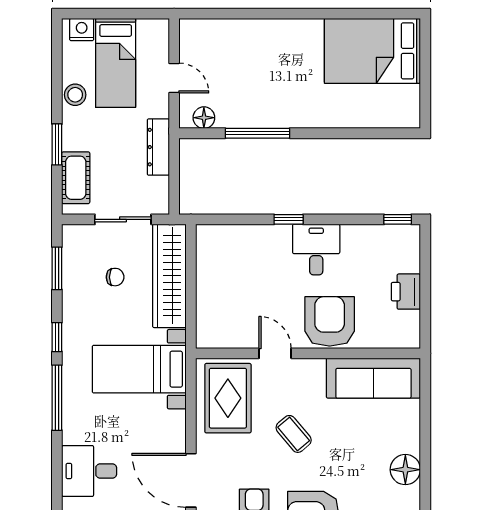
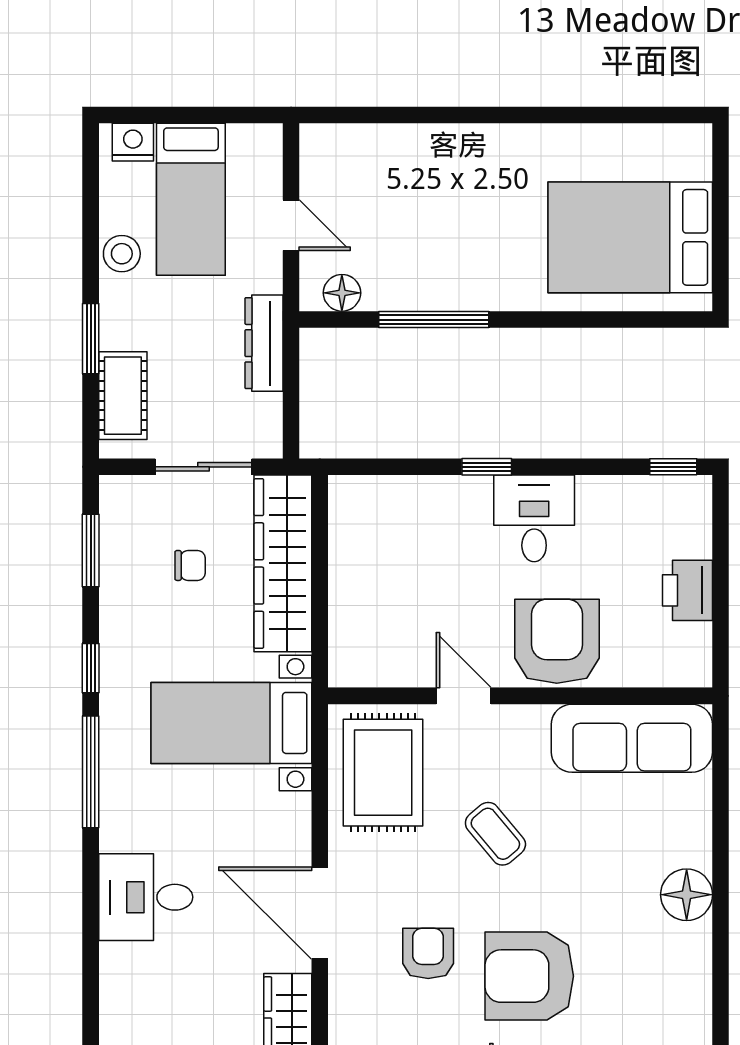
bed: (372, 51) -> (630, 237), moved

